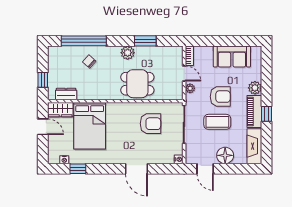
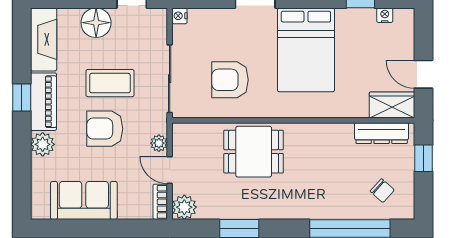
plant: (128, 53) -> (184, 207), moved
chair: (89, 62) -> (382, 191), moved
dresser: (66, 94) -> (382, 133), width x1.44
bed: (90, 126) -> (306, 50), moved, turned 180

